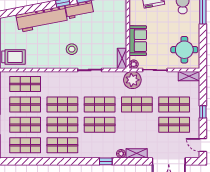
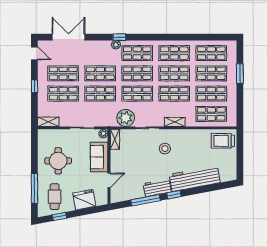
door: (128, 17) -> (109, 180), added
round table: (184, 50) -> (58, 161), moved
plant: (132, 80) -> (126, 118), moved
shop shelf: (137, 125) -> (100, 73), added
shop shelf: (100, 145) -> (137, 53), added
shelving: (137, 153) -> (175, 122), moved
window: (106, 161) -> (119, 37), moved

